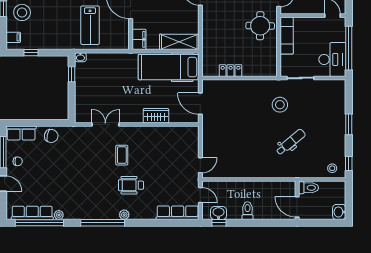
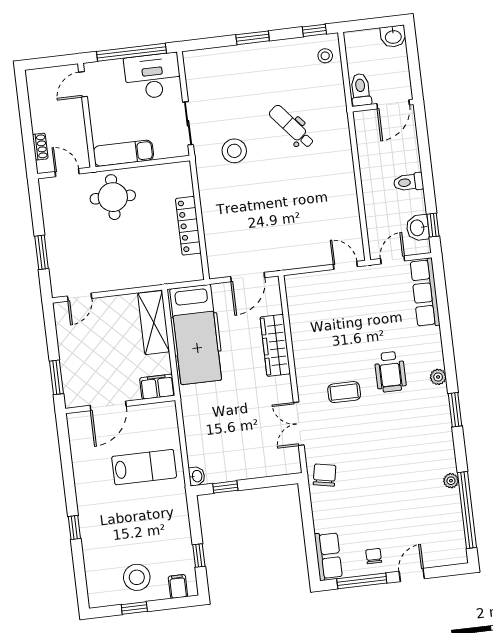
locker: (231, 71) -> (188, 226), width x1.53
wardrobe: (156, 116) -> (275, 345), width x1.50
chair: (51, 136) -> (325, 475), moved
row of seats: (32, 213) -> (453, 523), removed
window: (103, 223) -> (455, 410), width x0.47

